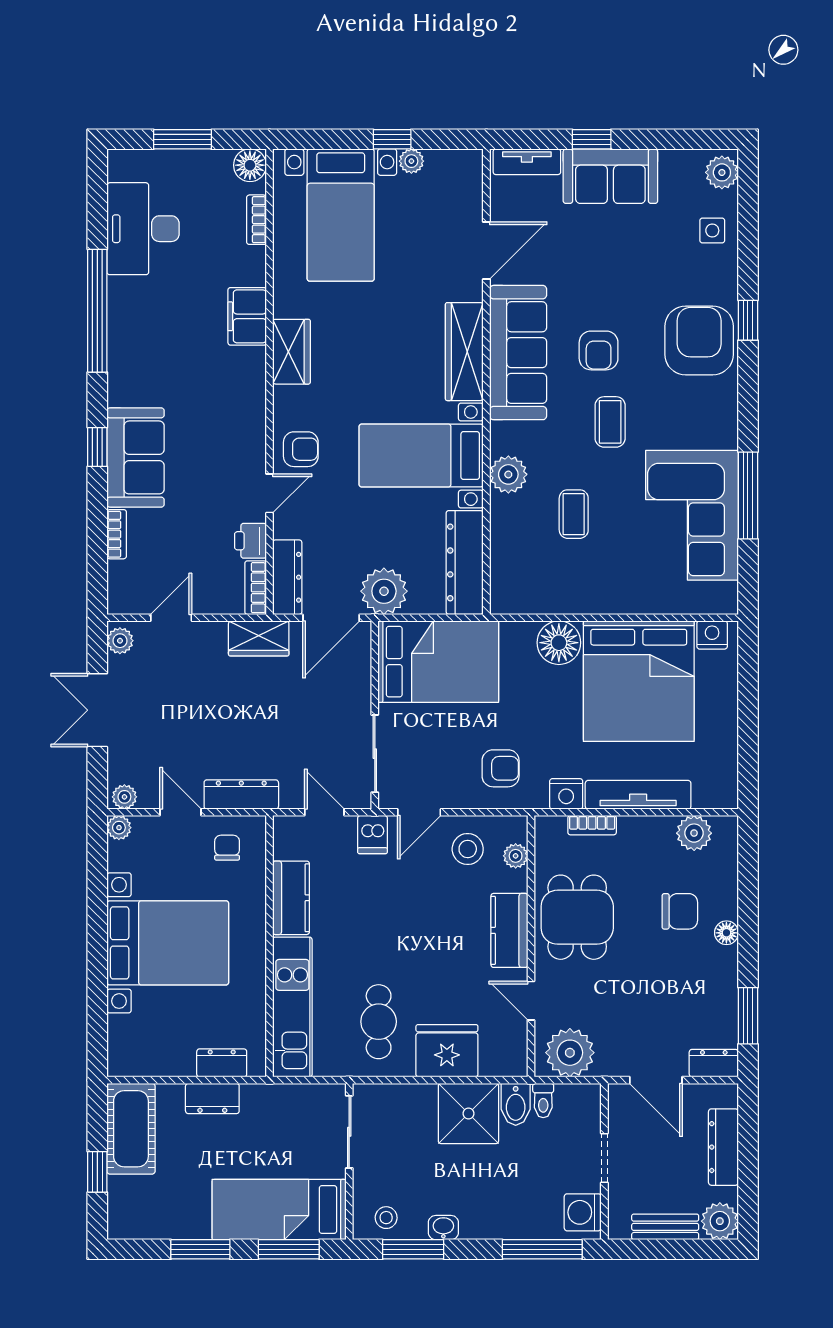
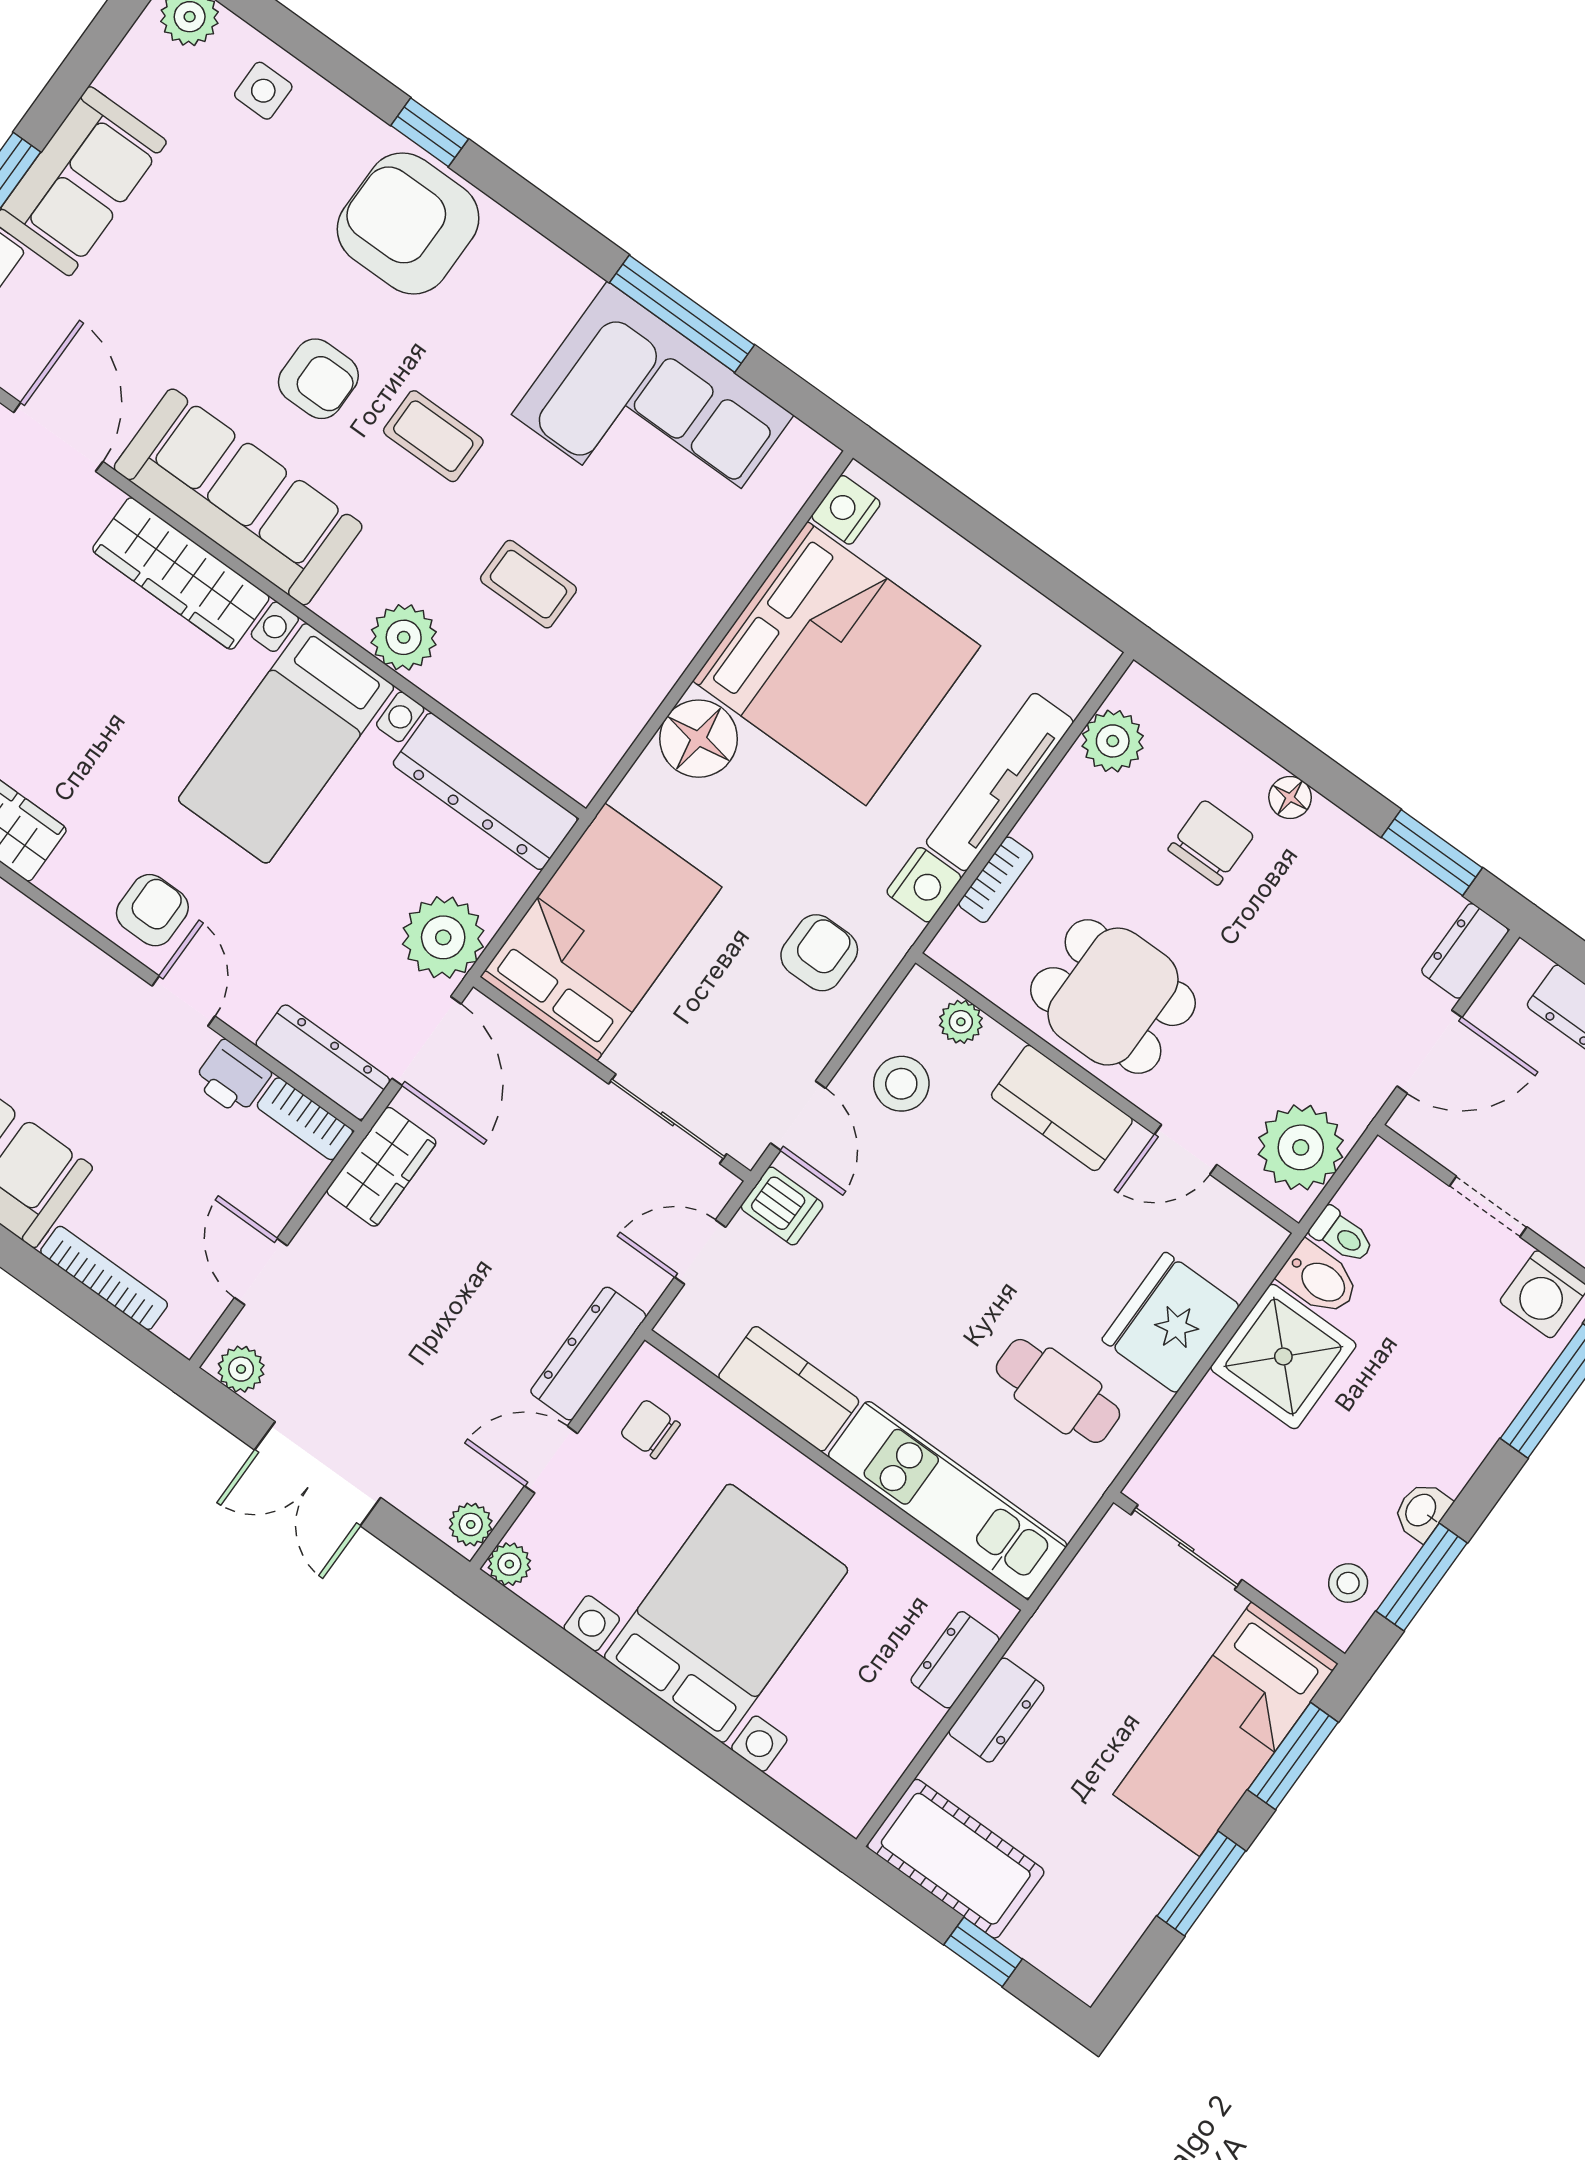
bookcase: (117, 534) -> (104, 1278), width x1.56

